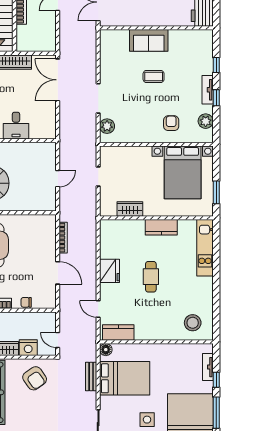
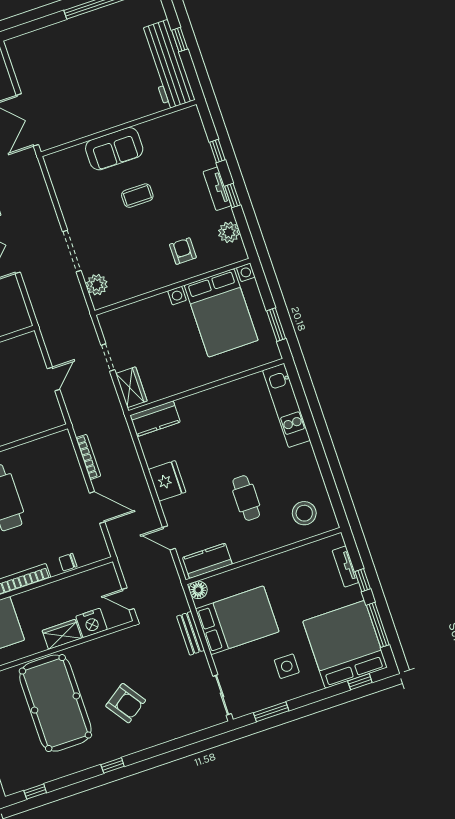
wardrobe: (130, 209) -> (131, 387), moved, turned 90
kitchen counter: (161, 227) -> (155, 419), moved
cafe table: (151, 277) -> (246, 498), moved
armchair: (35, 378) -> (126, 703), moved

